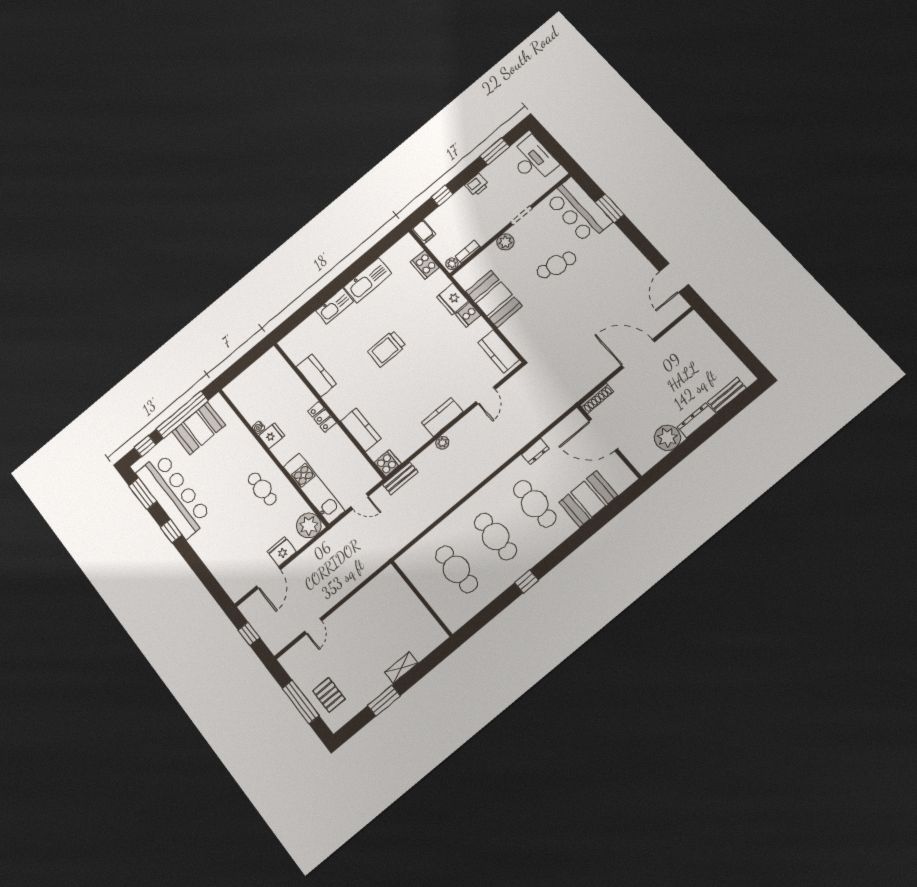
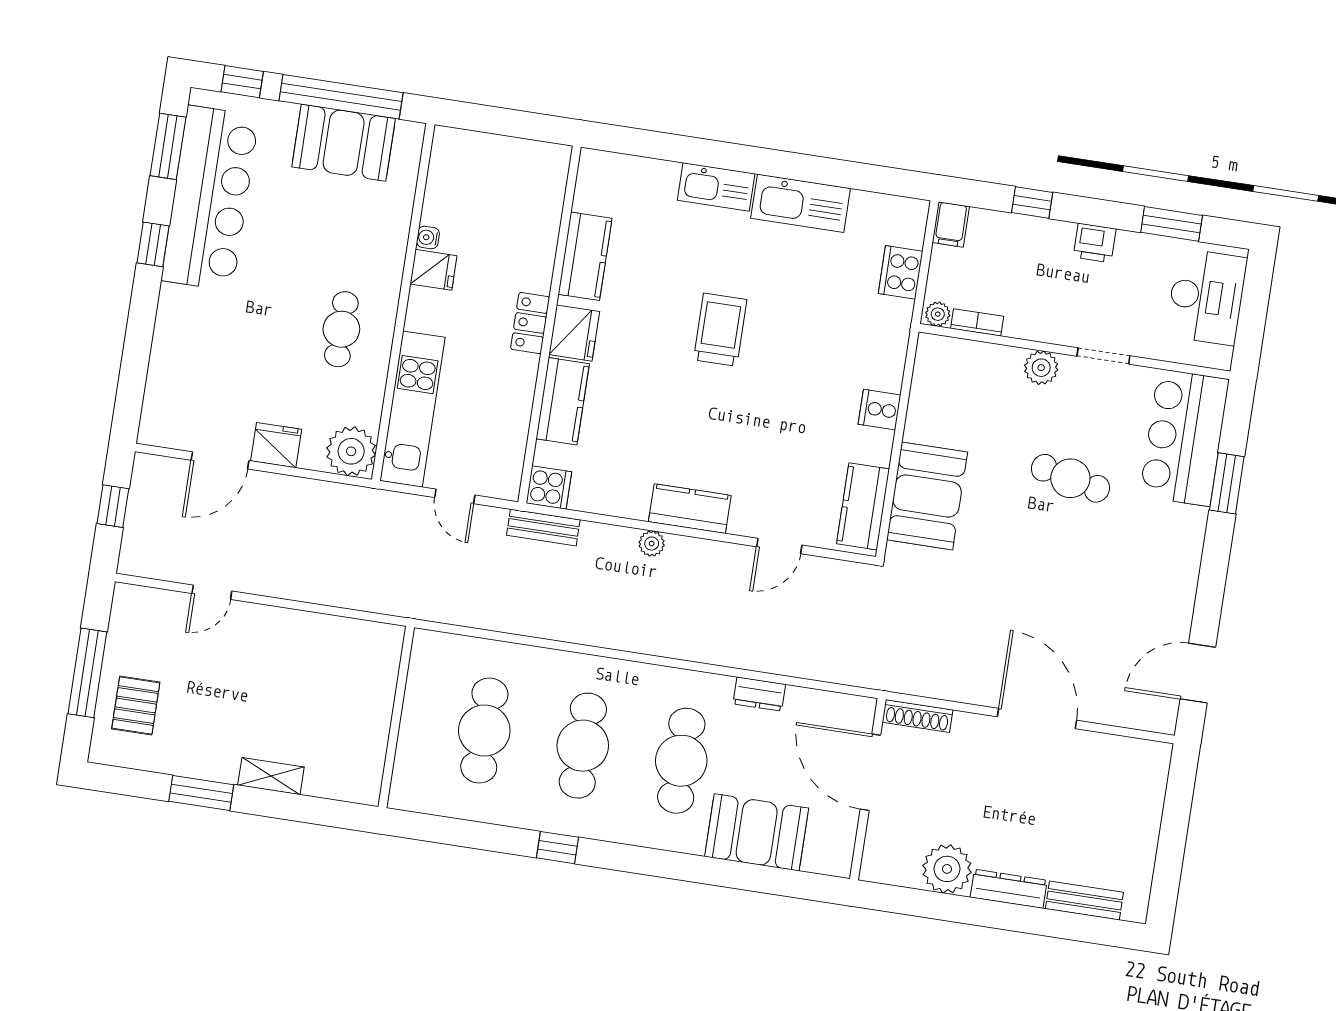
fridge: (453, 299) -> (574, 333), moved, turned 180
booth: (494, 299) -> (927, 496), moved
trolley: (387, 349) -> (720, 330), turned 90

